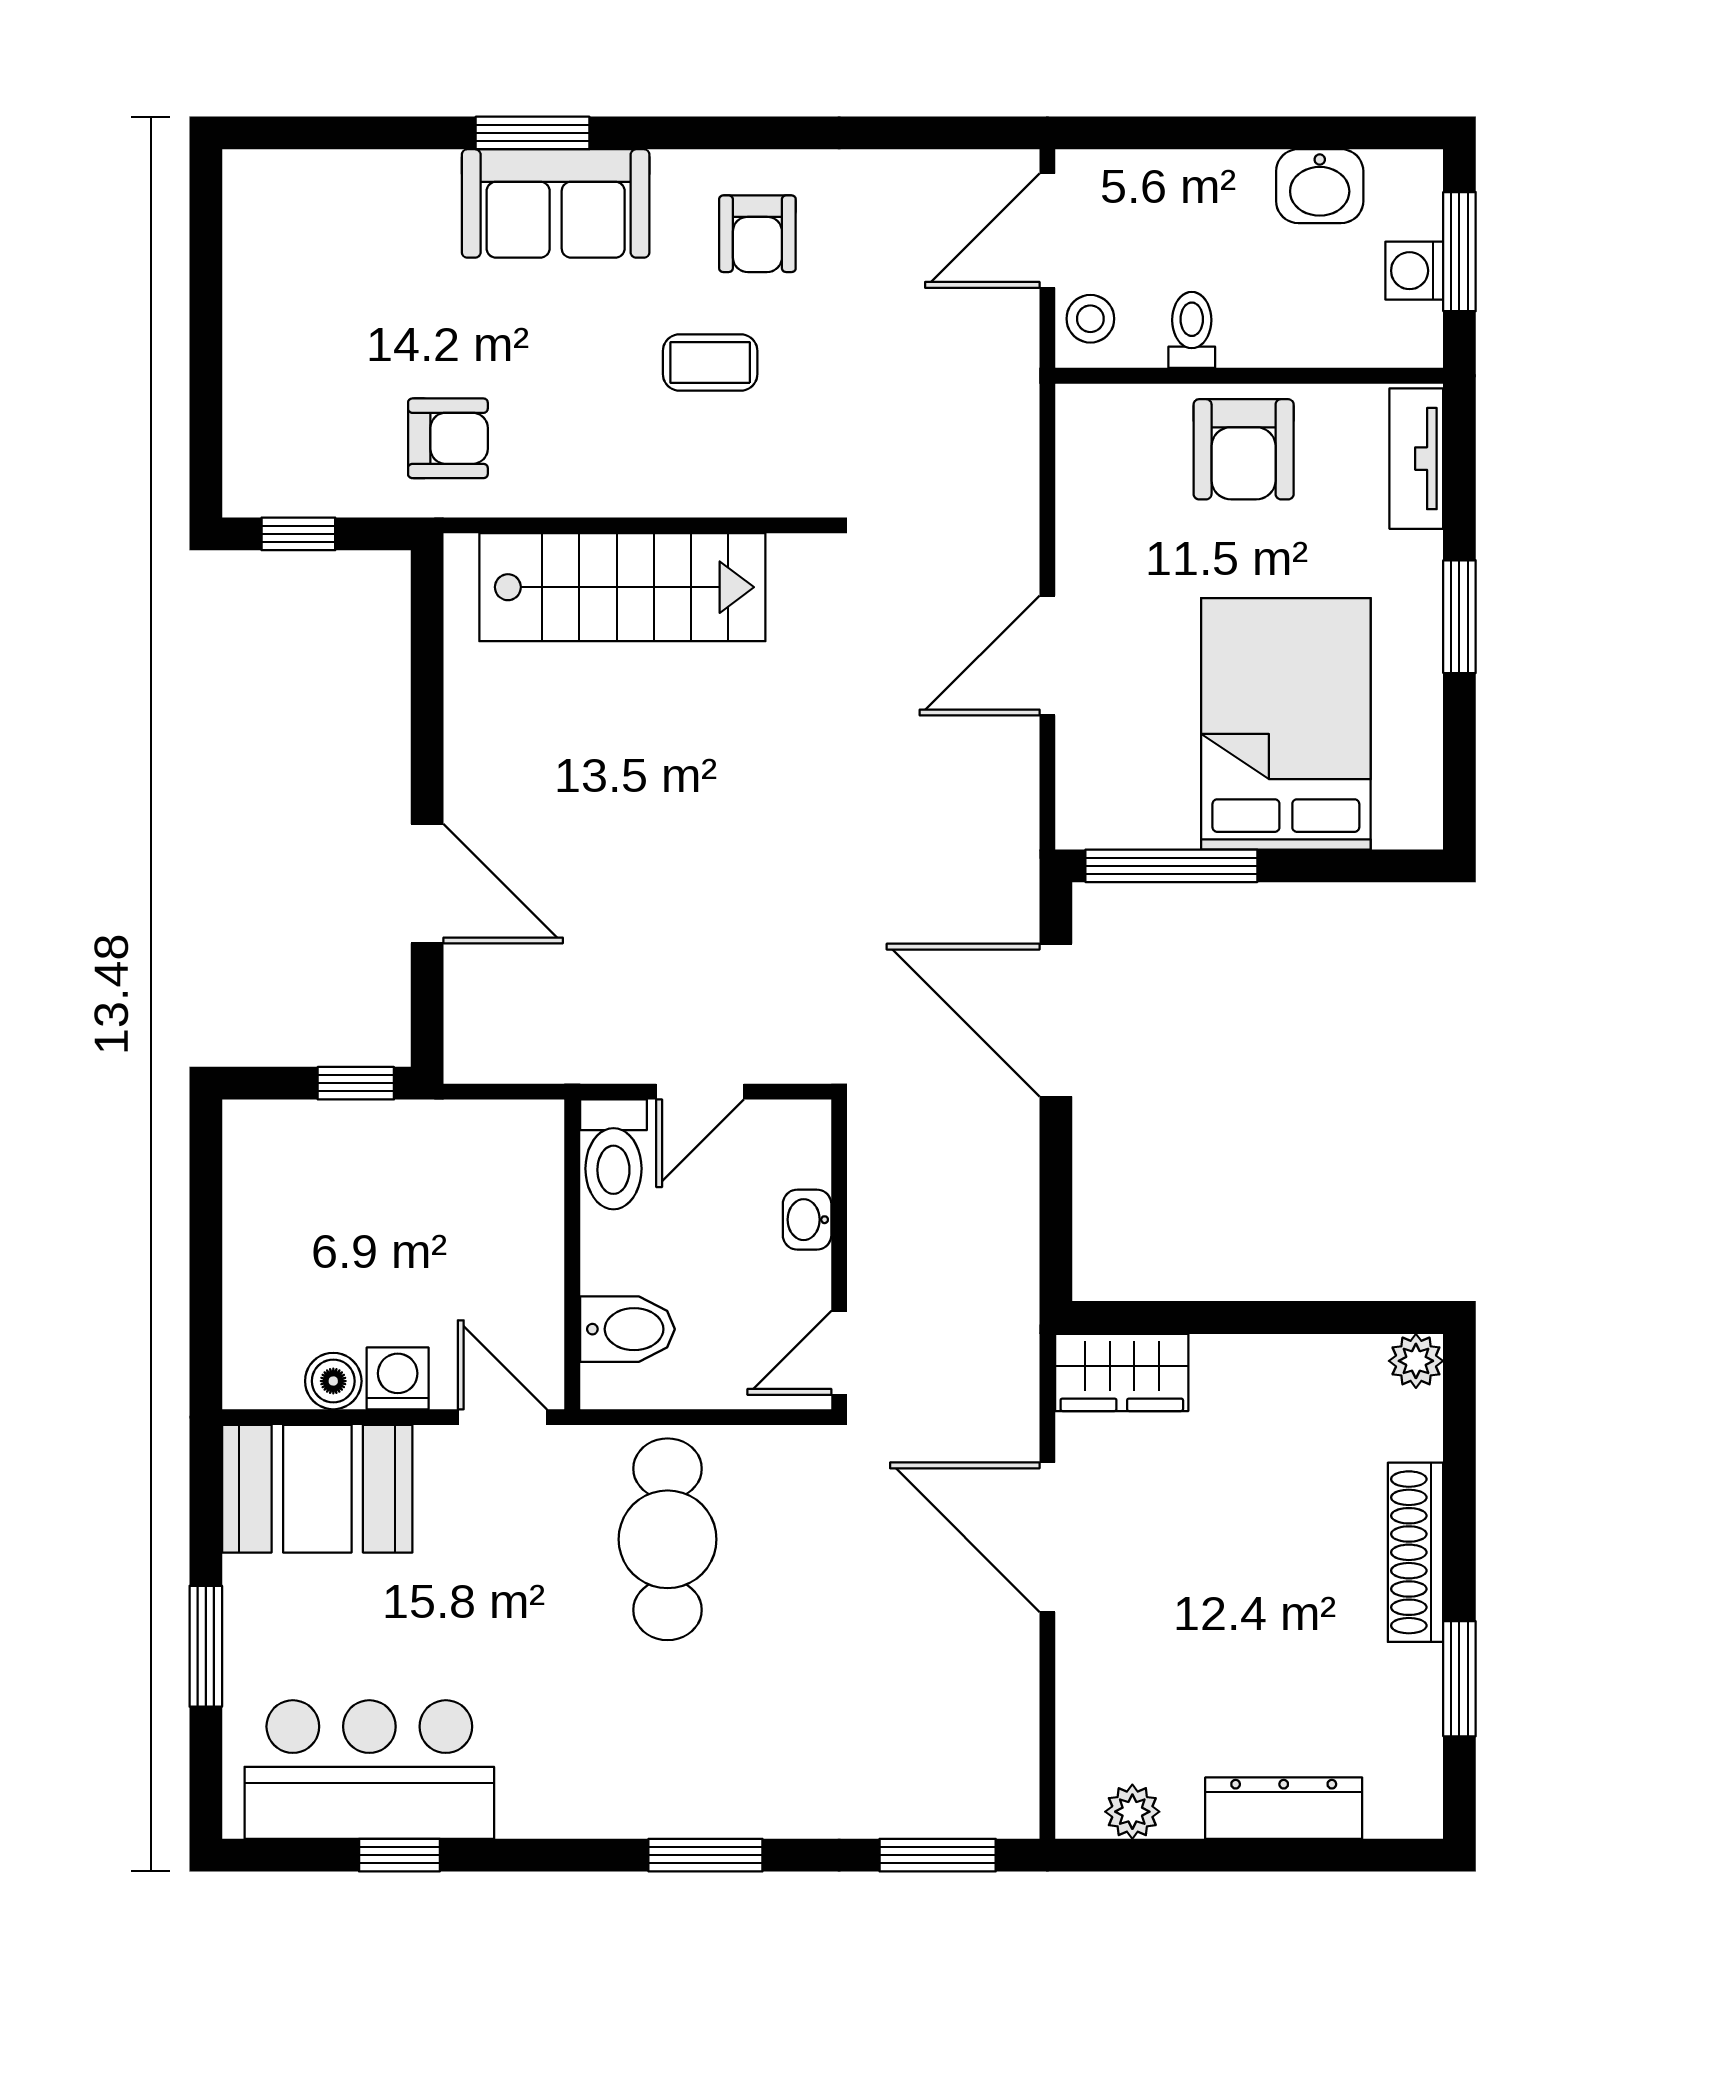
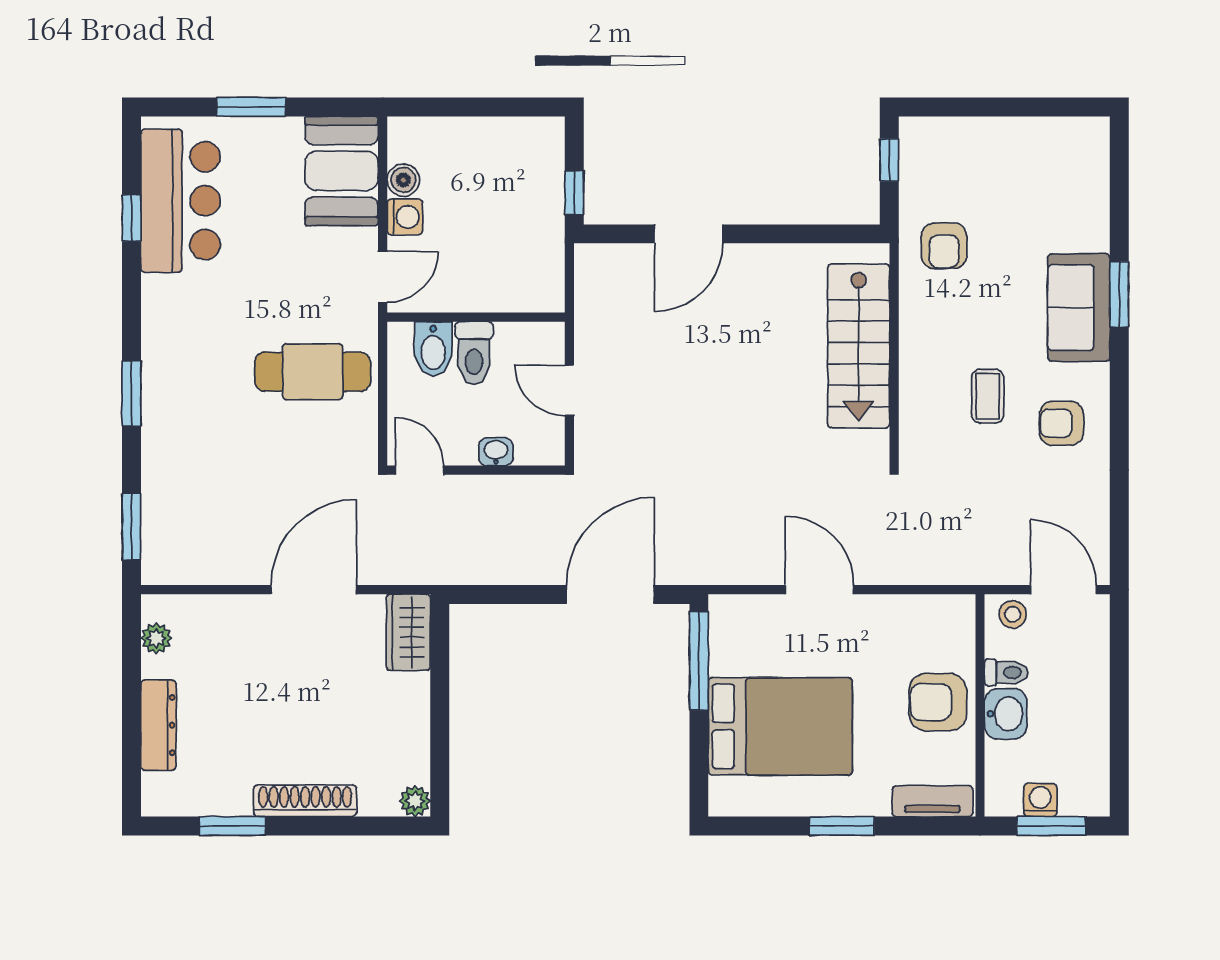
washbasin: (1320, 186) -> (1006, 714), moved, turned 180
toilet: (613, 1154) -> (474, 353), moved, turned -90

